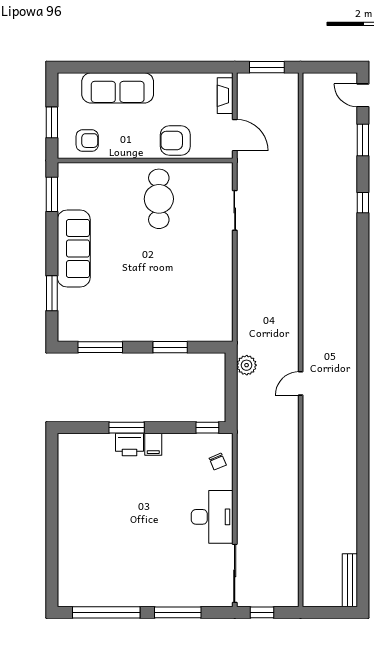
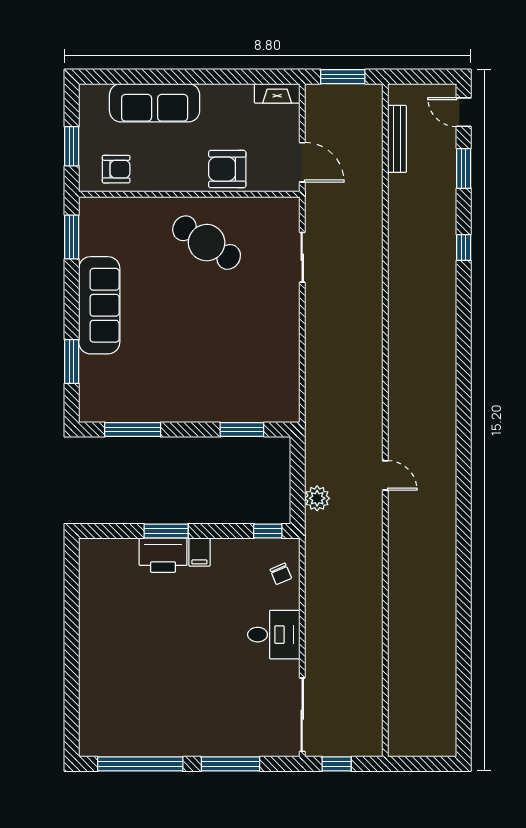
fireplace: (225, 96) -> (277, 93), moved, turned -90
cafe table: (159, 199) -> (207, 243), turned -57
window: (170, 347) -> (242, 429), moved
plant: (247, 365) -> (317, 498), moved
door: (301, 383) -> (385, 475), swing flipped
printer: (130, 444) -> (163, 555), width x1.37, depth x1.19
desk: (212, 517) -> (274, 635), width x0.73
bench: (350, 580) -> (397, 139), moved

